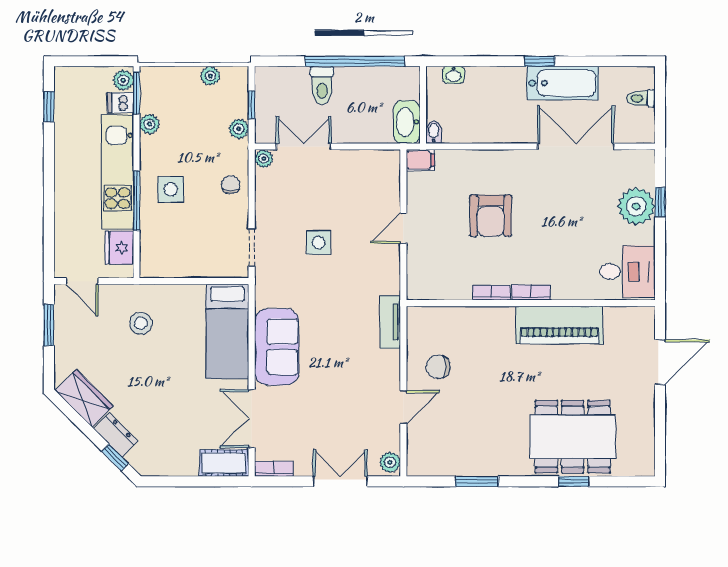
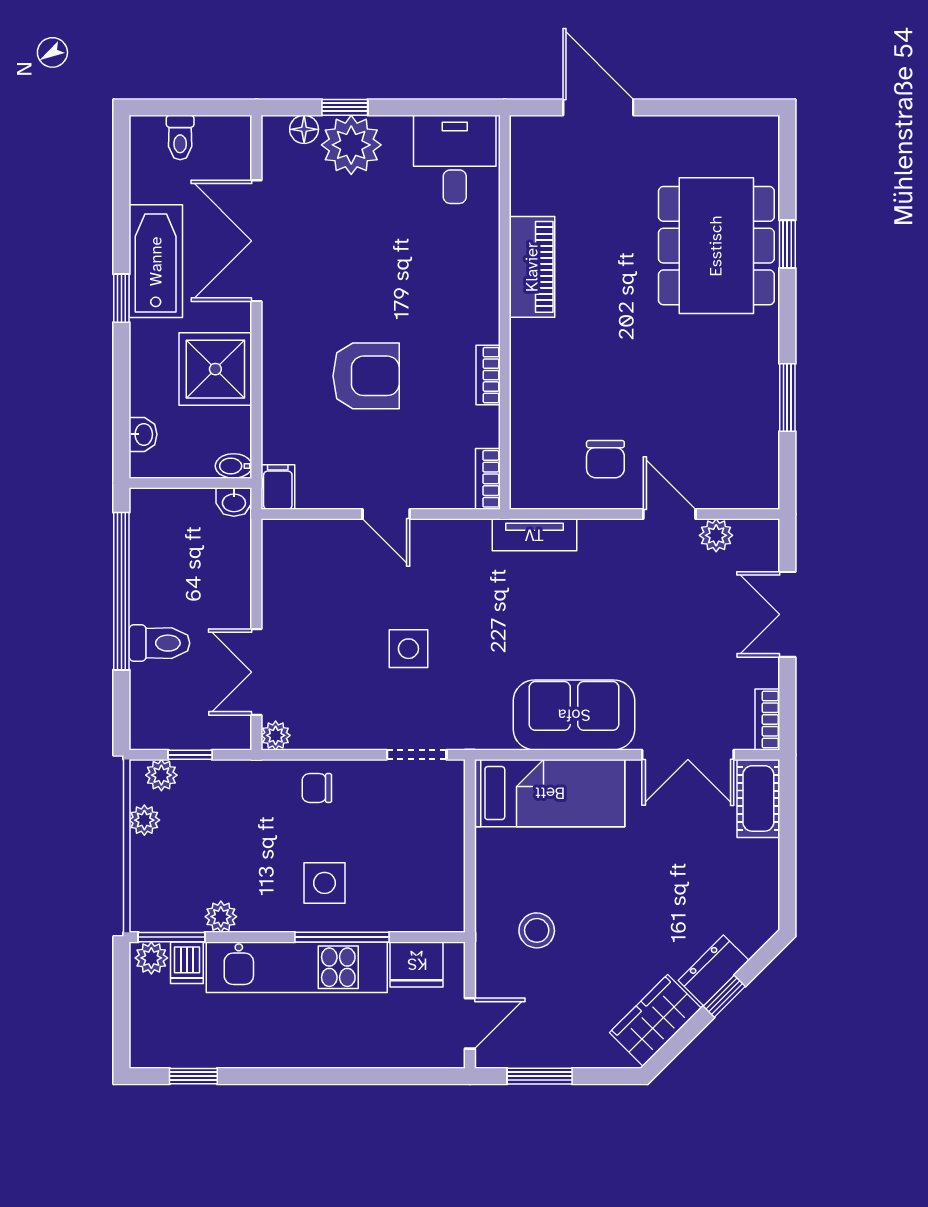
shower: (495, 121) -> (215, 369), added
washbasin: (407, 122) -> (234, 502), width x0.52, depth x0.69
plant: (239, 129) -> (161, 775), moved
floor lamp: (646, 177) -> (304, 129), added
bookcase: (531, 293) -> (488, 479), moved
piano: (559, 325) -> (532, 267), width x0.73, depth x0.75
window: (115, 457) -> (724, 996), moved
plant: (390, 462) -> (716, 535), moved

